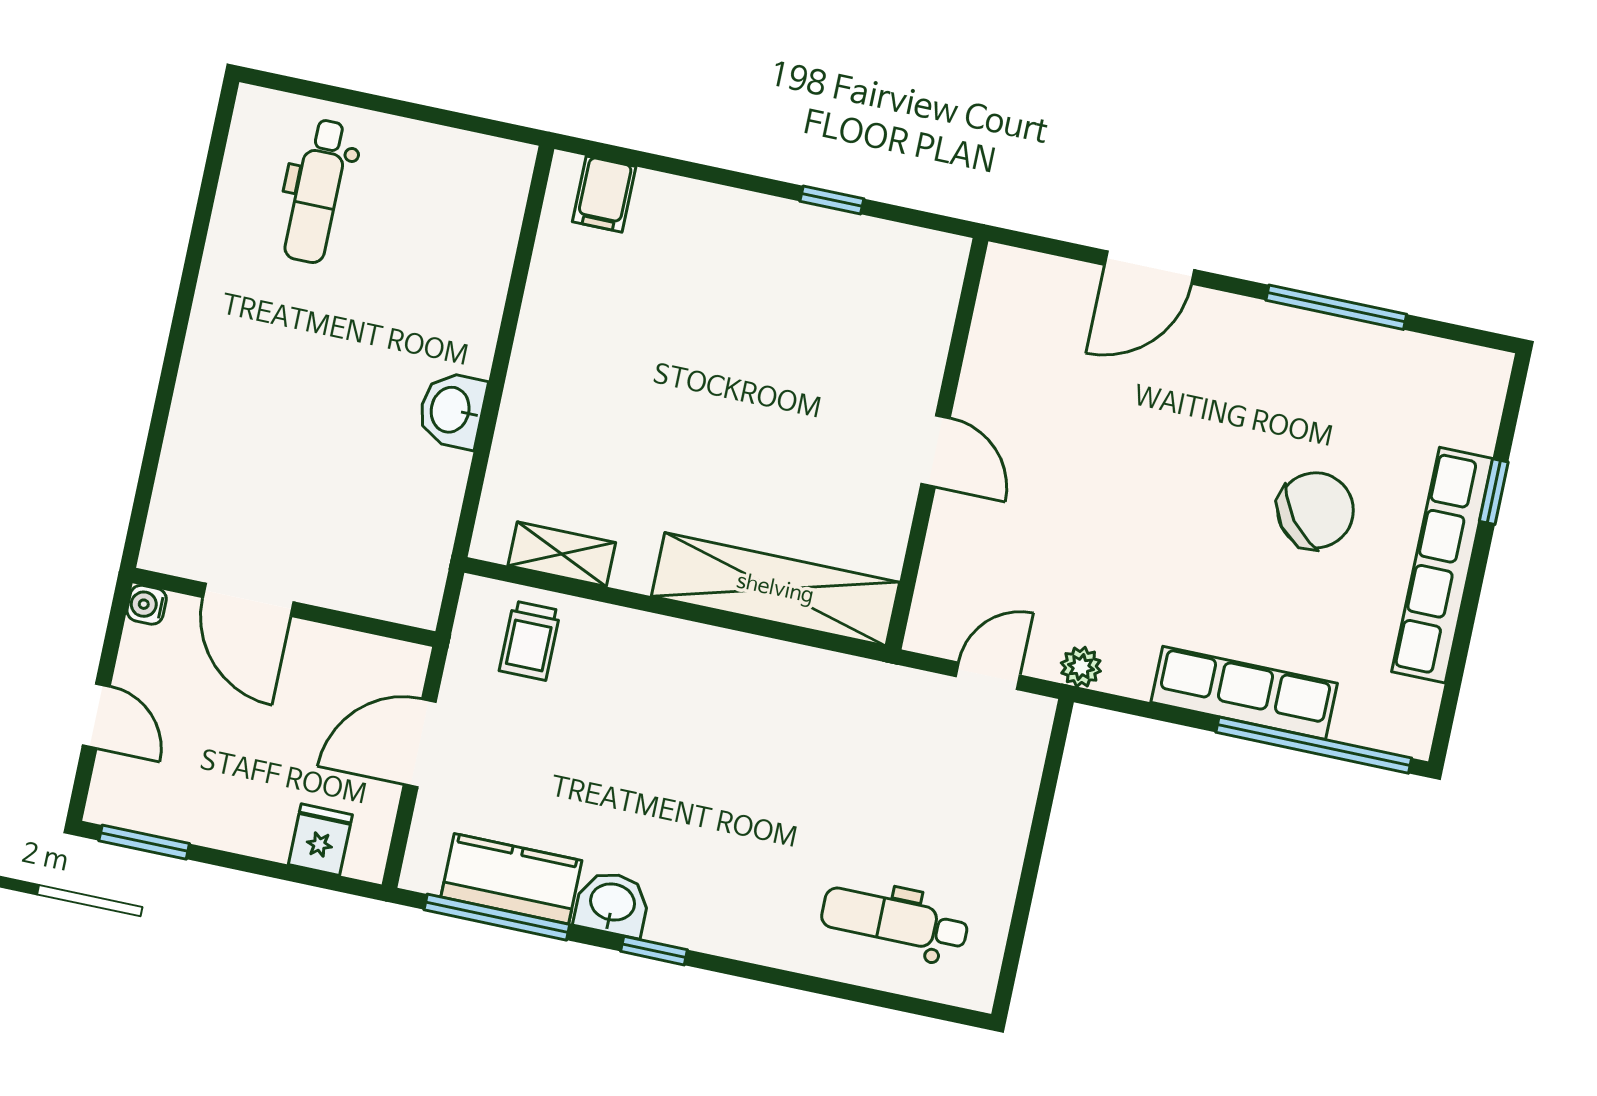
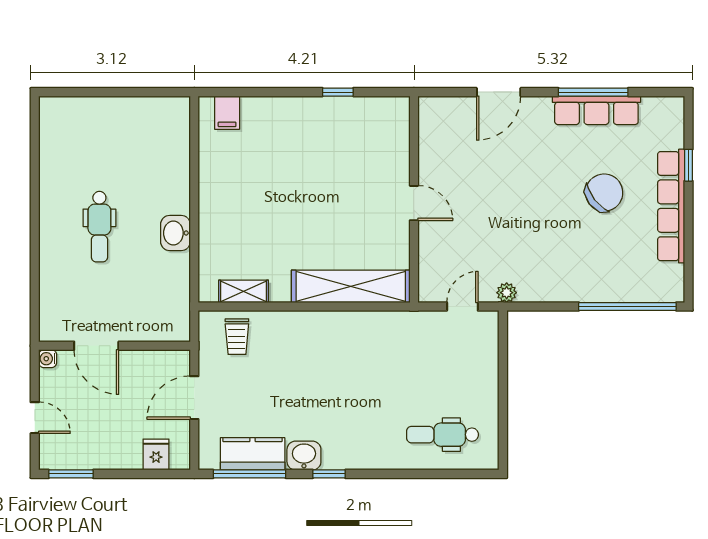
dental chair: (317, 191) -> (99, 227), moved
row of seats: (1244, 693) -> (596, 110), moved, turned 180

